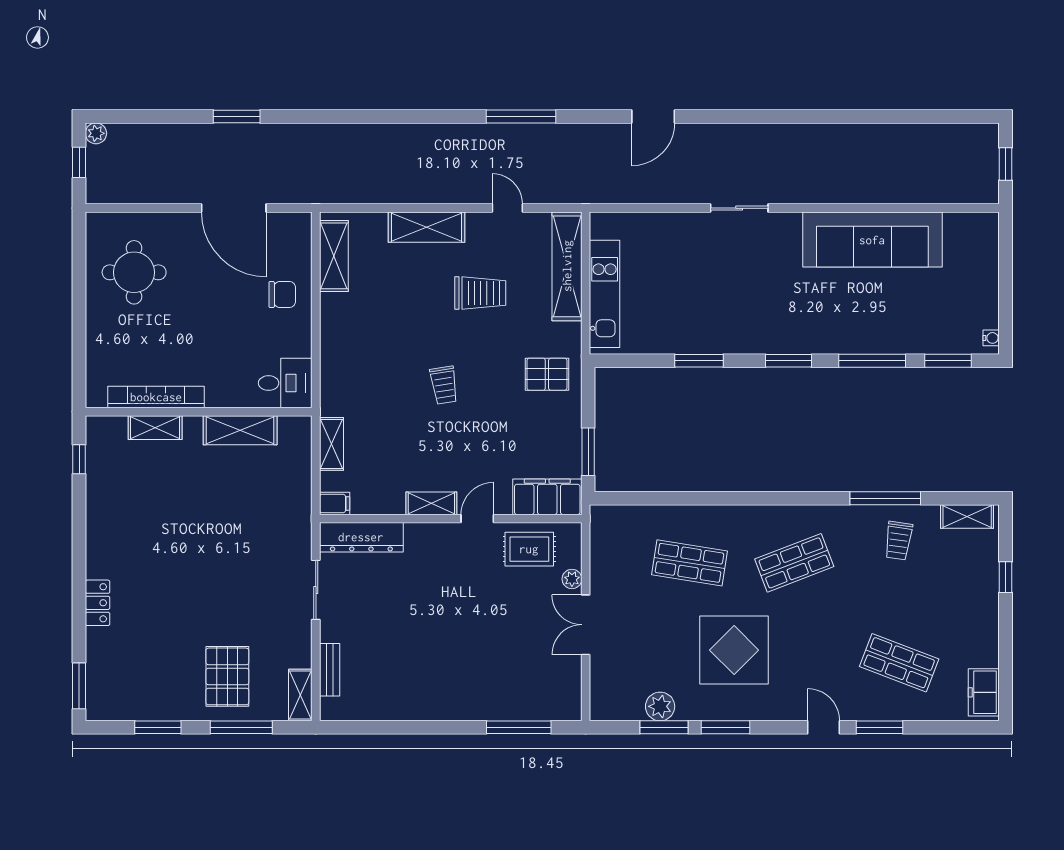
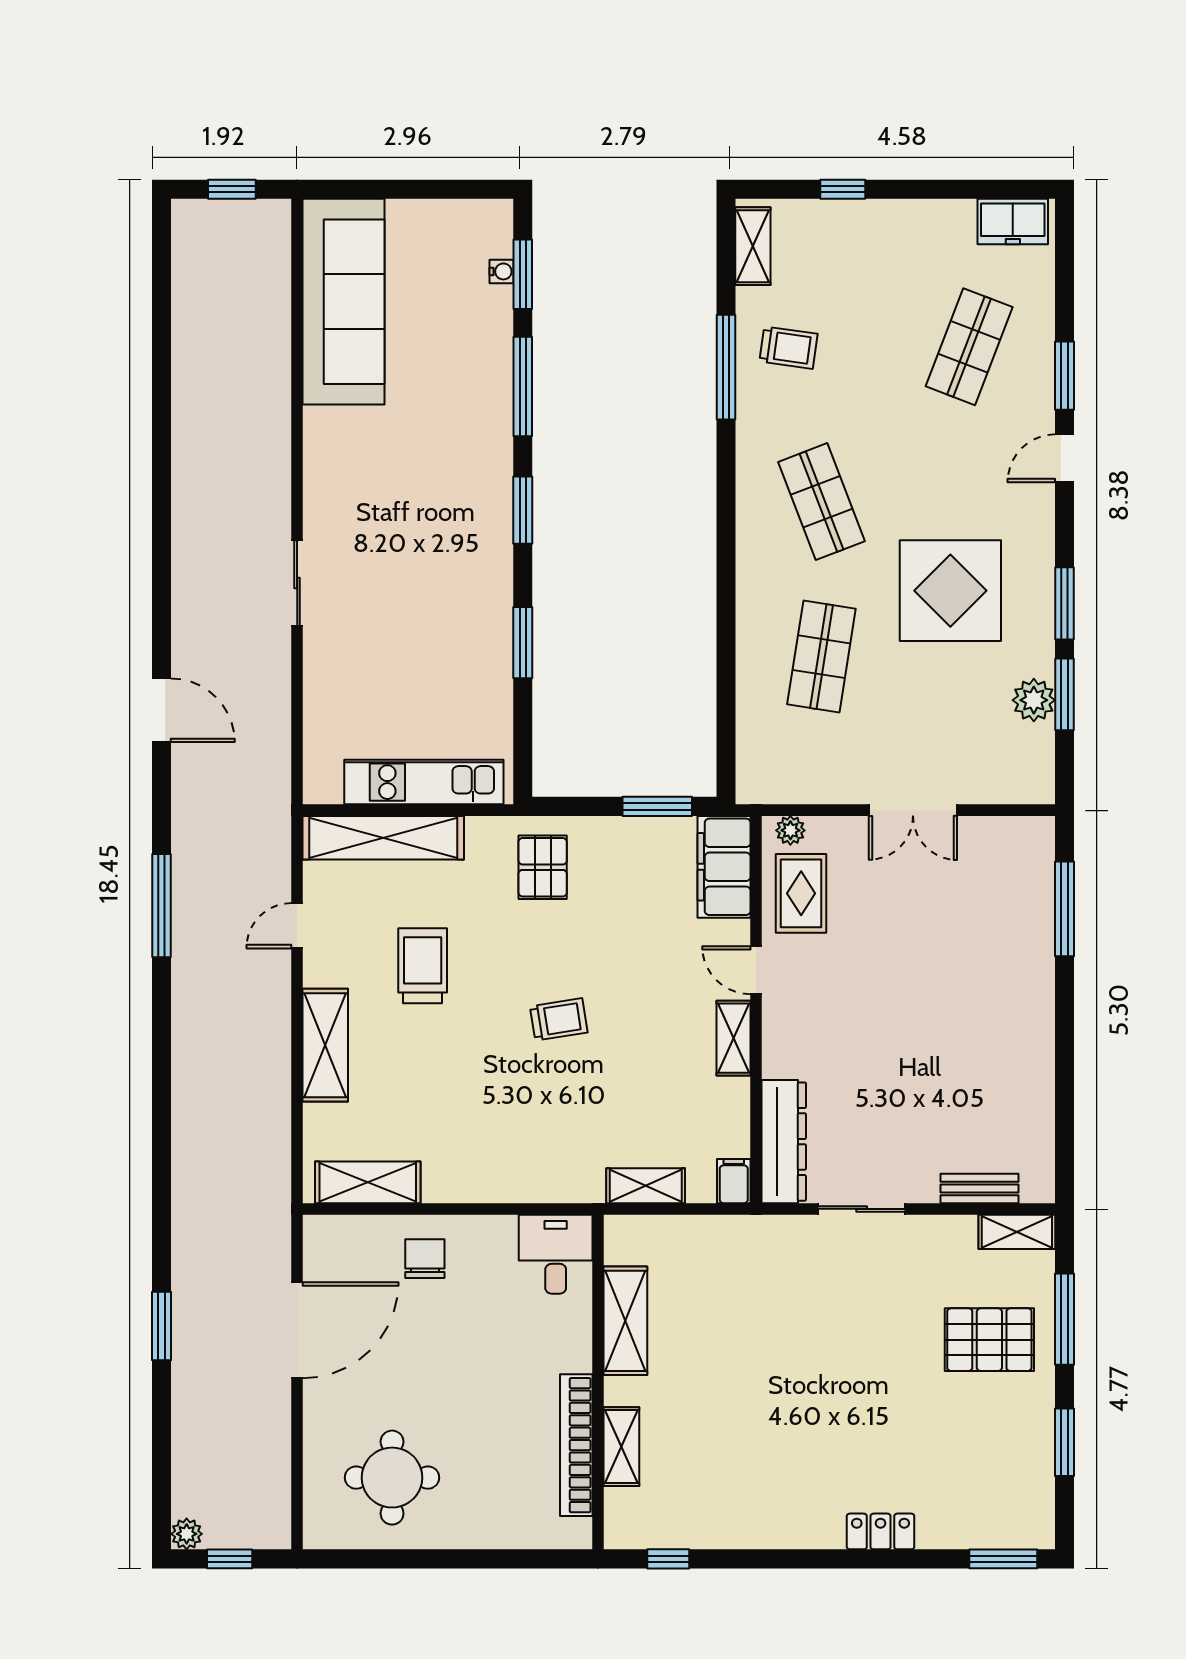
sofa: (872, 240) -> (344, 302), moved
water cooler: (991, 338) -> (501, 271), moved, turned 90
plant: (572, 579) -> (790, 830), moved

